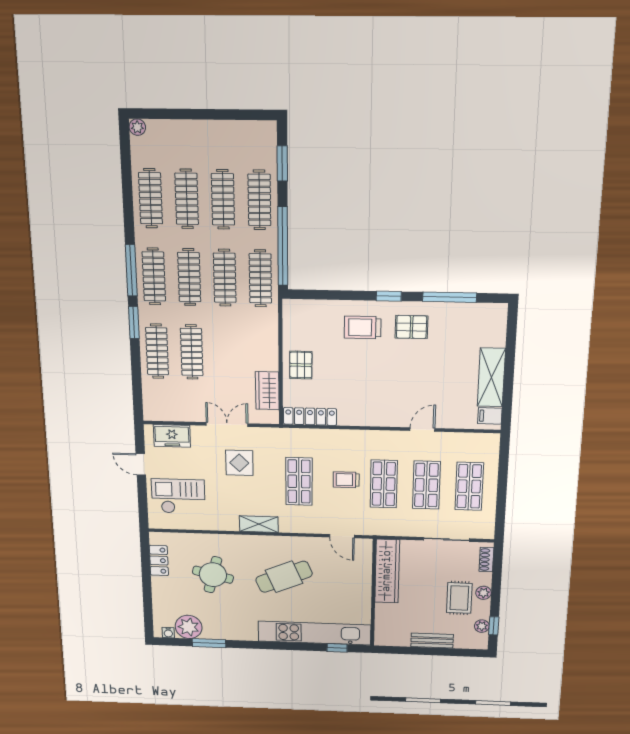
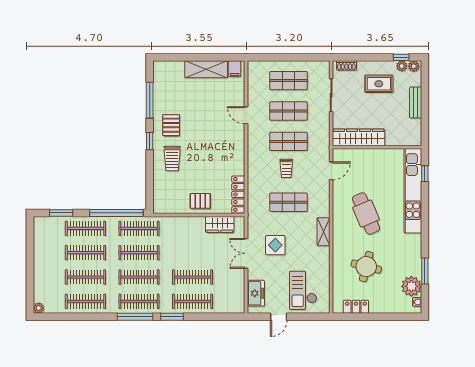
plant: (484, 593) -> (414, 66), moved

